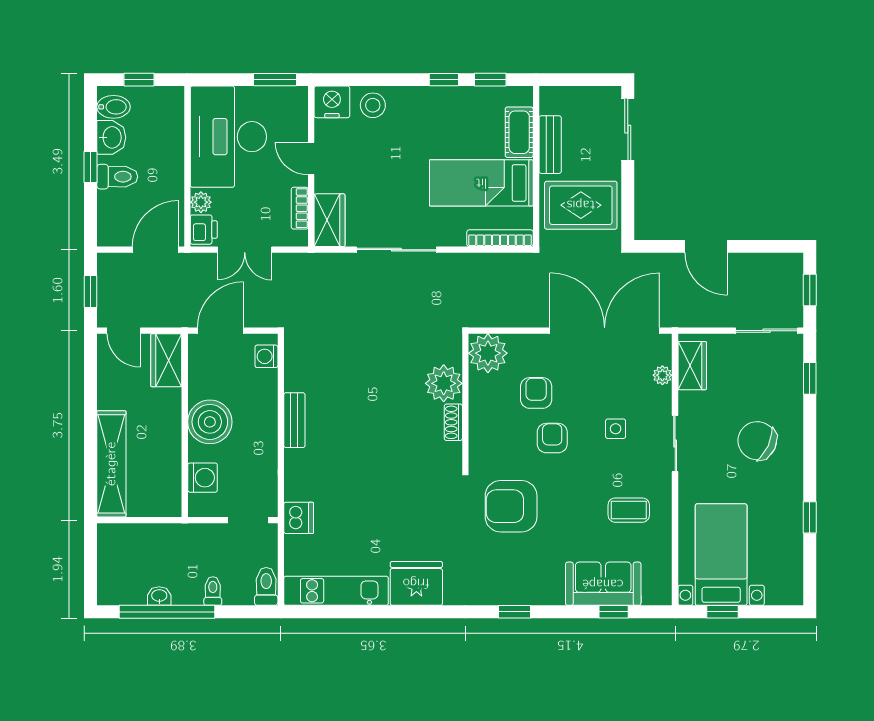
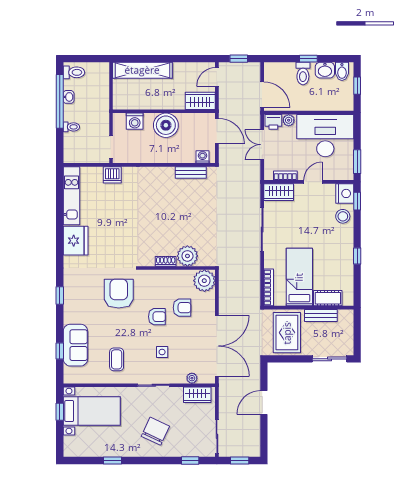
window: (490, 80) -> (357, 201), moved
bench: (294, 420) -> (191, 172), moved
toilet: (266, 586) -> (74, 72), moved

